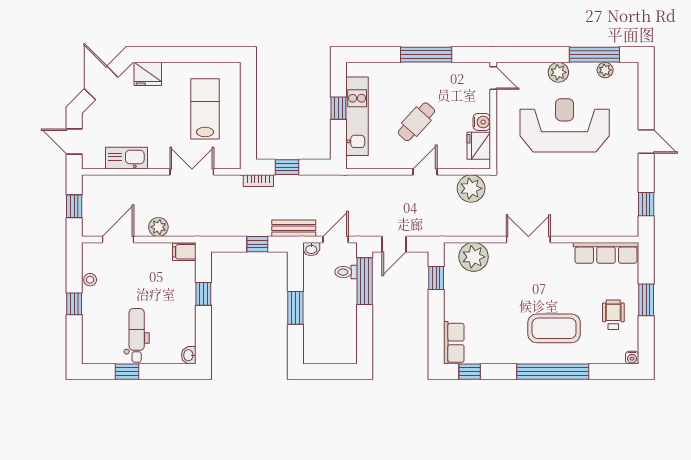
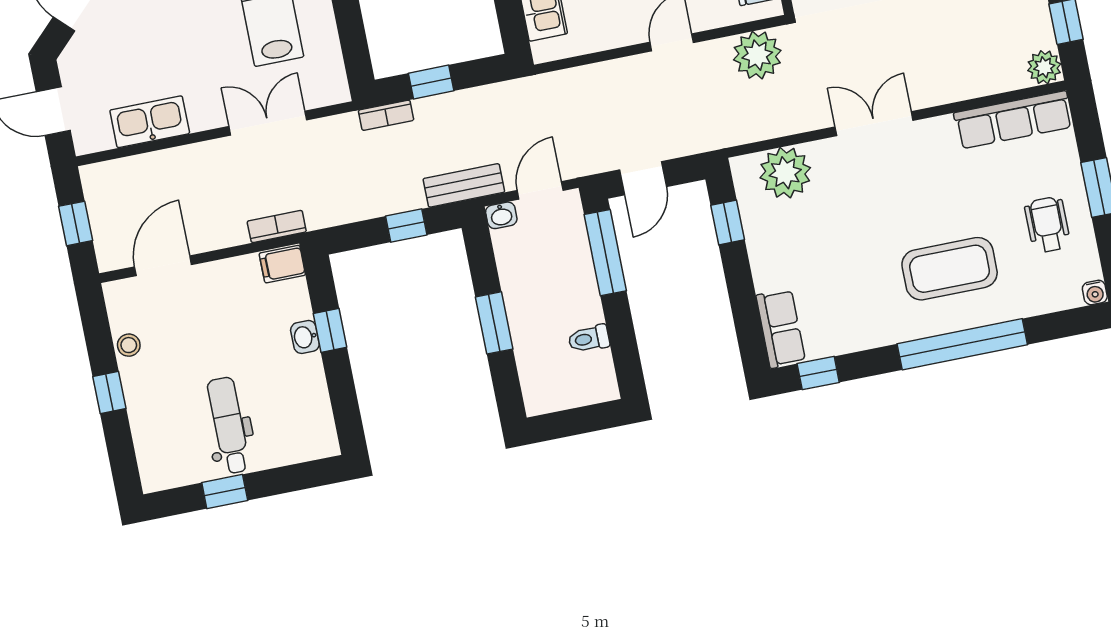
plant: (158, 227) -> (1044, 67), moved
bookcase: (185, 230) -> (277, 226), added
toilet: (346, 272) -> (589, 339), moved
washbasin: (189, 355) -> (305, 337), moved

